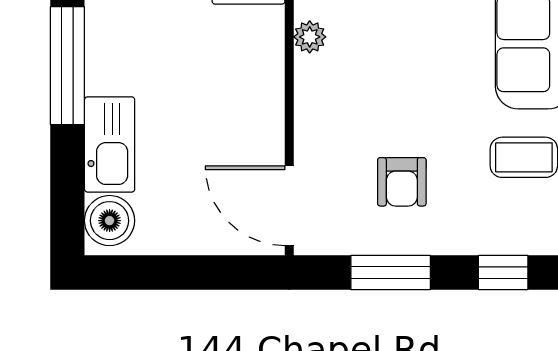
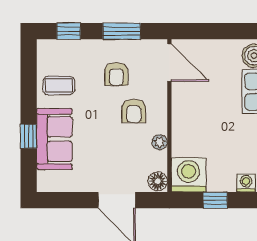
armchair: (365, 103) -> (134, 111), added
armchair: (402, 182) -> (116, 74), turned 180

